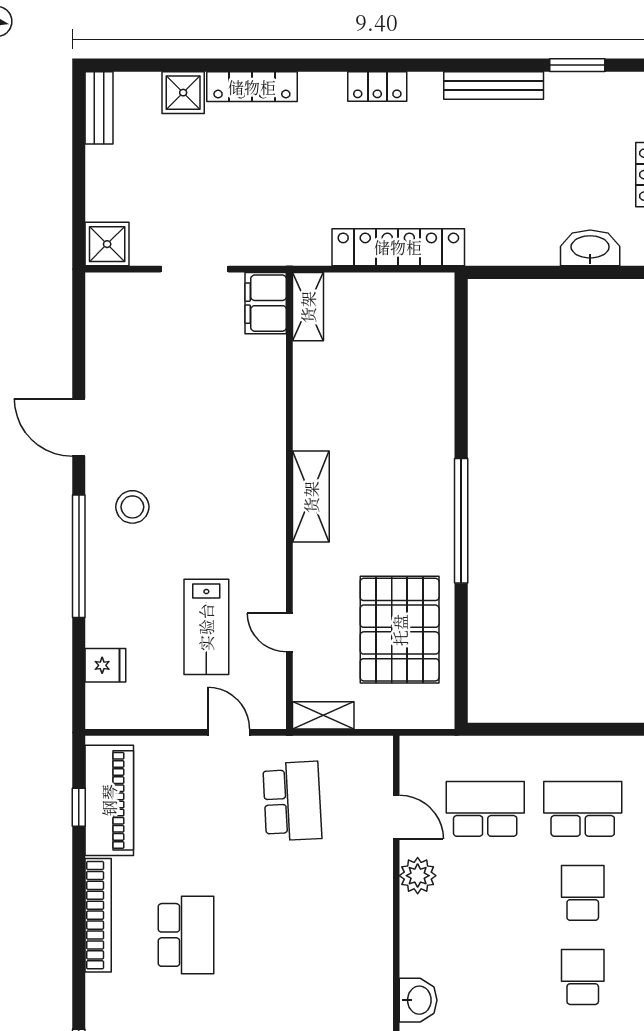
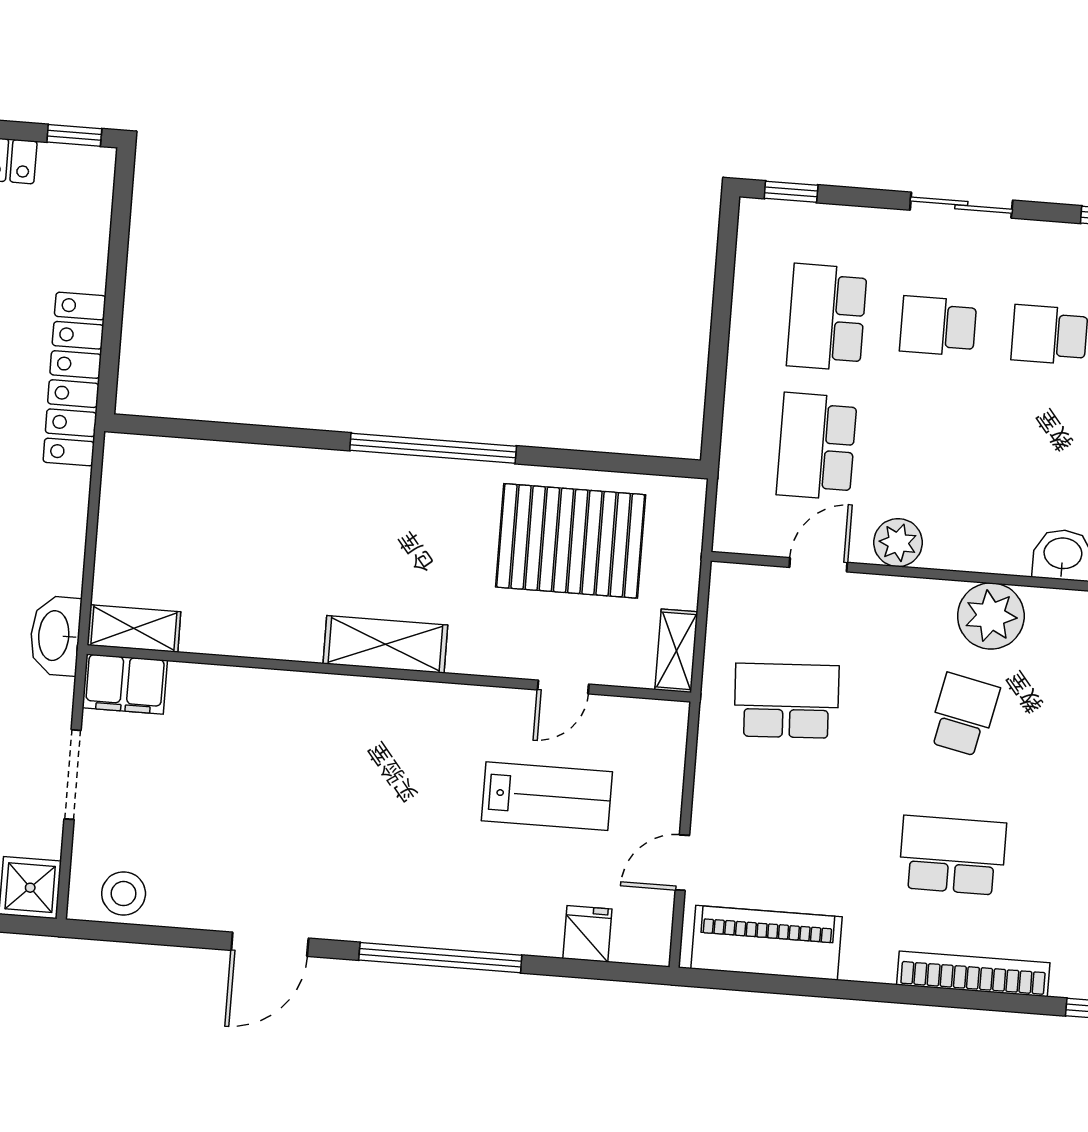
locker: (398, 247) -> (74, 379), moved
washbasin: (590, 248) -> (55, 636), moved
stool: (132, 507) -> (124, 894), moved
door: (229, 732) -> (682, 863), moved
window: (79, 807) -> (772, 984), removed
bookcase: (98, 915) -> (973, 974), moved
school desk: (292, 935) -> (964, 715), added
plant: (368, 950) -> (991, 616), added

